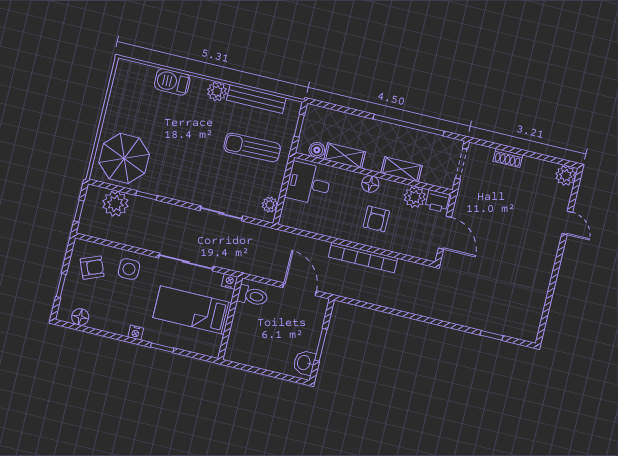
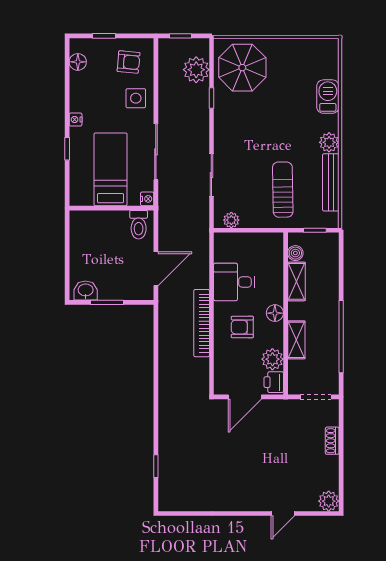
desk: (309, 183) -> (234, 282), moved, turned -90
armchair: (92, 268) -> (129, 62), turned -63

